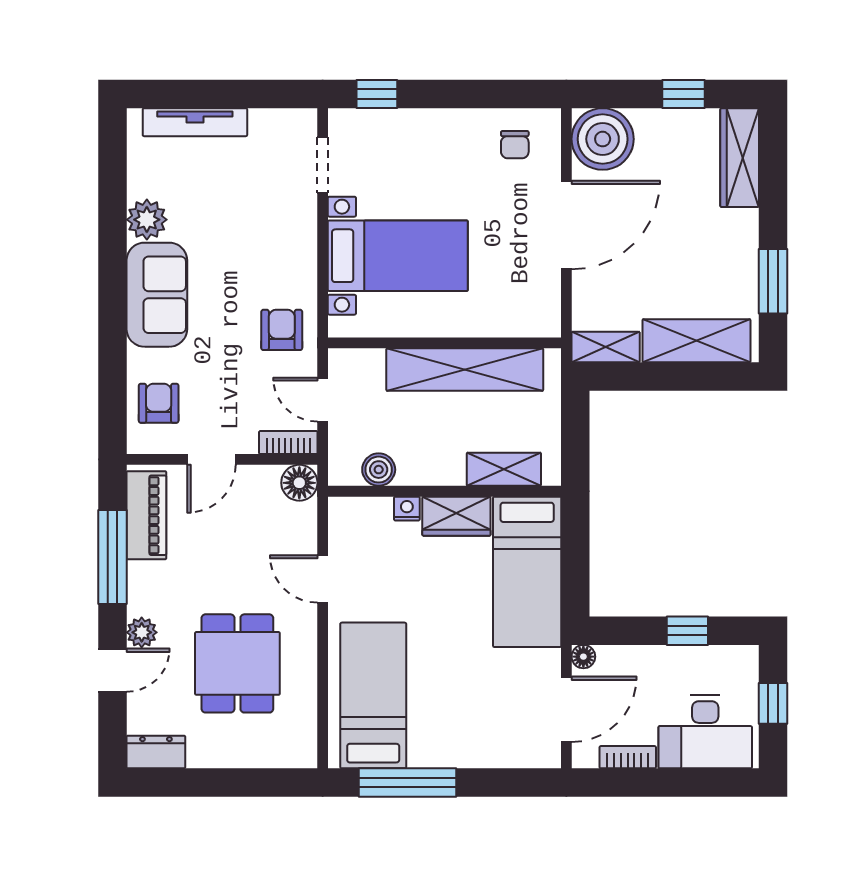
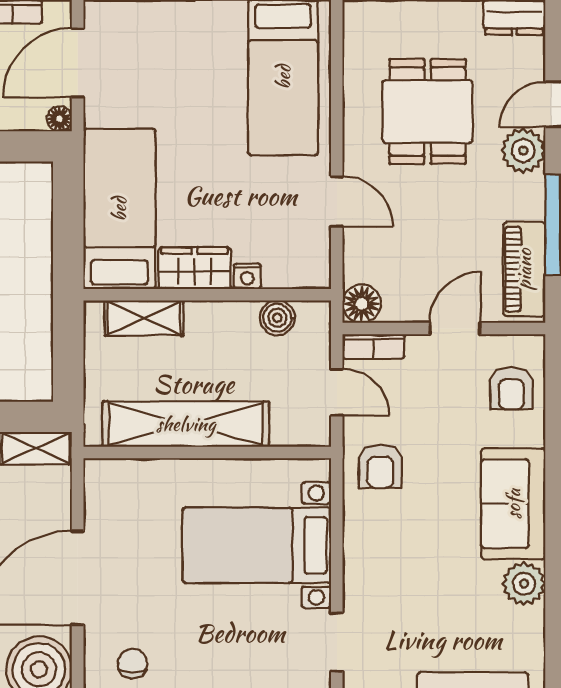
plant: (142, 632) -> (523, 151), width x1.38, depth x1.38

